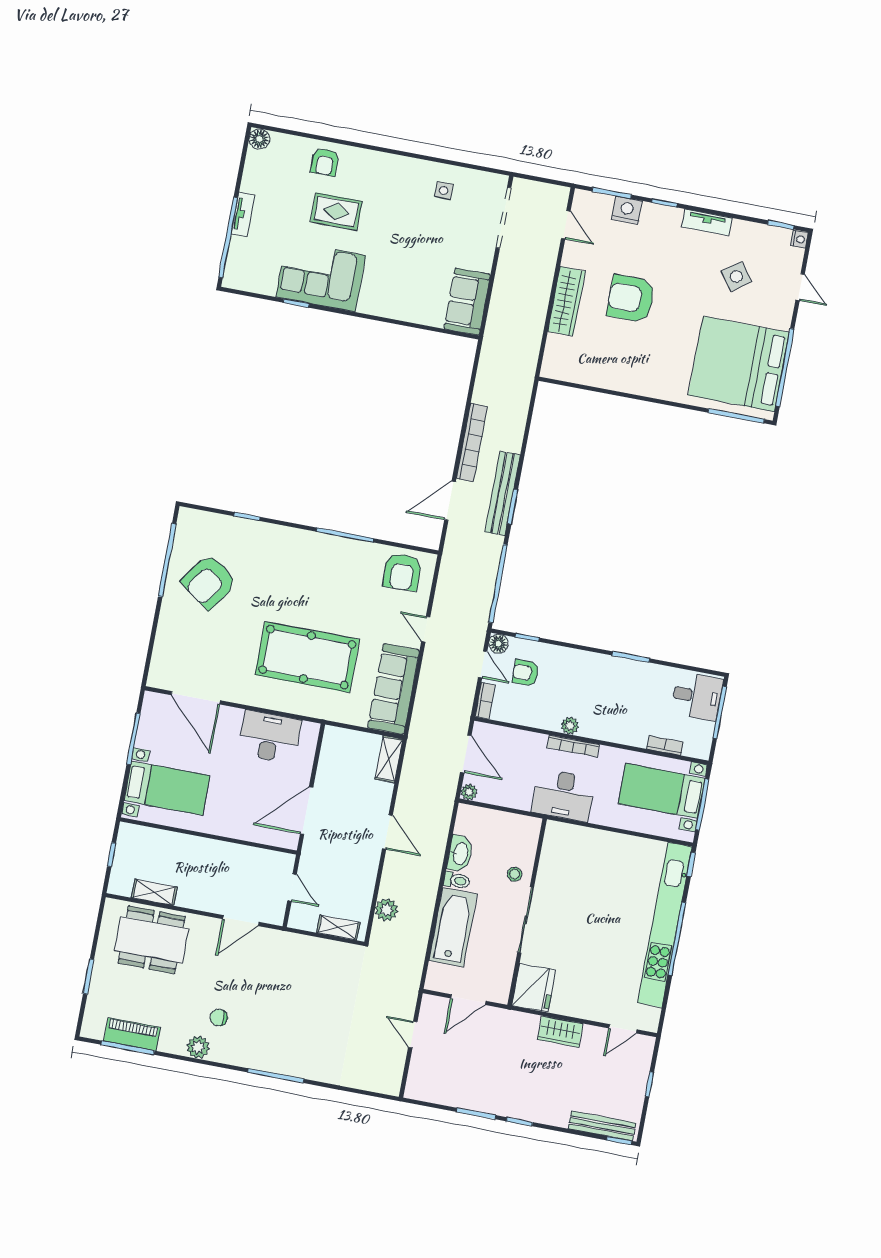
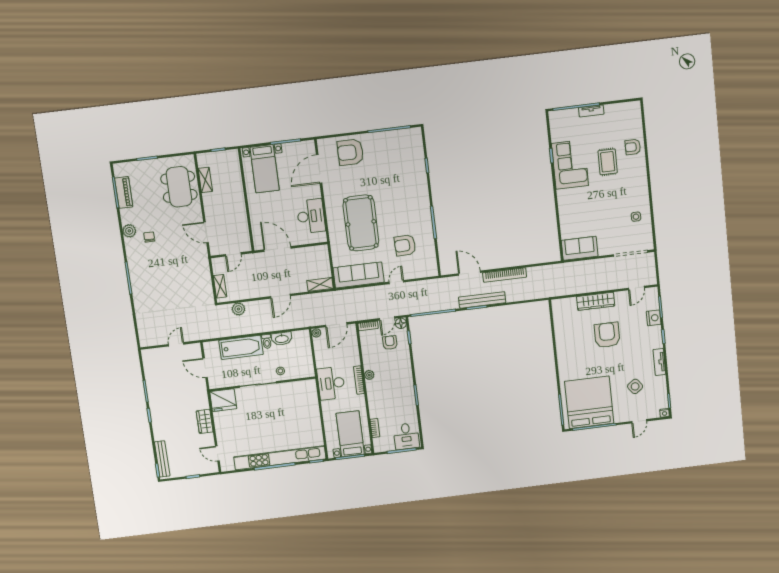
floor lamp: (259, 139) -> (635, 107), removed
armchair: (402, 572) -> (405, 245), moved
armchair: (209, 582) -> (350, 152), moved, turned -35

